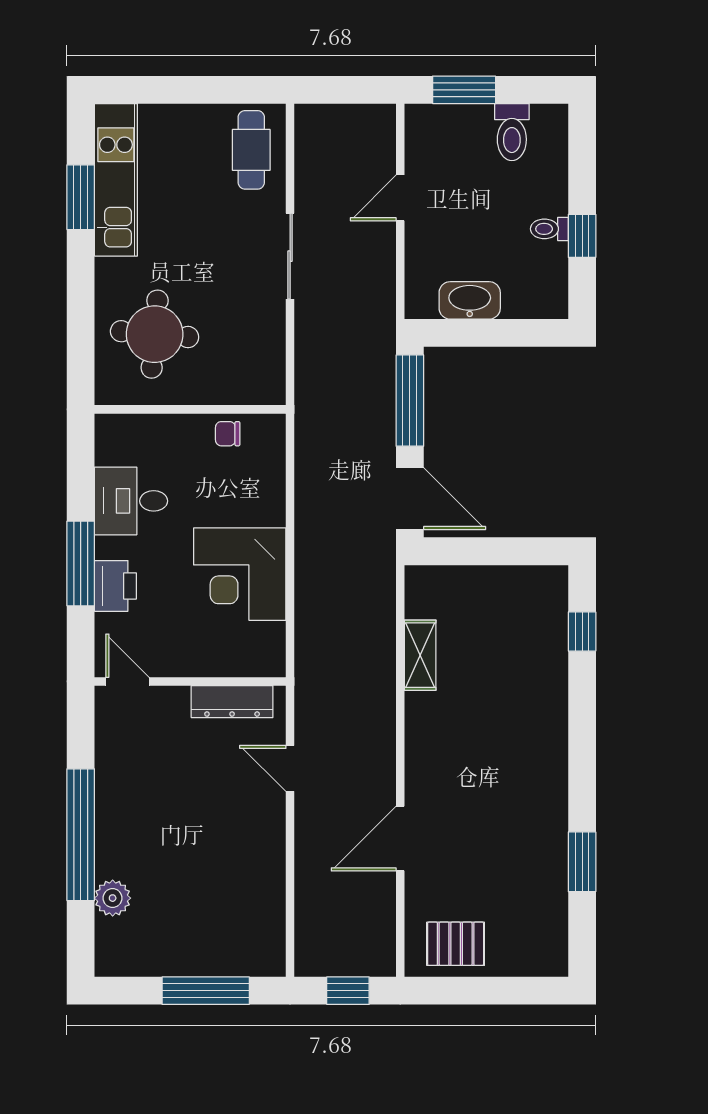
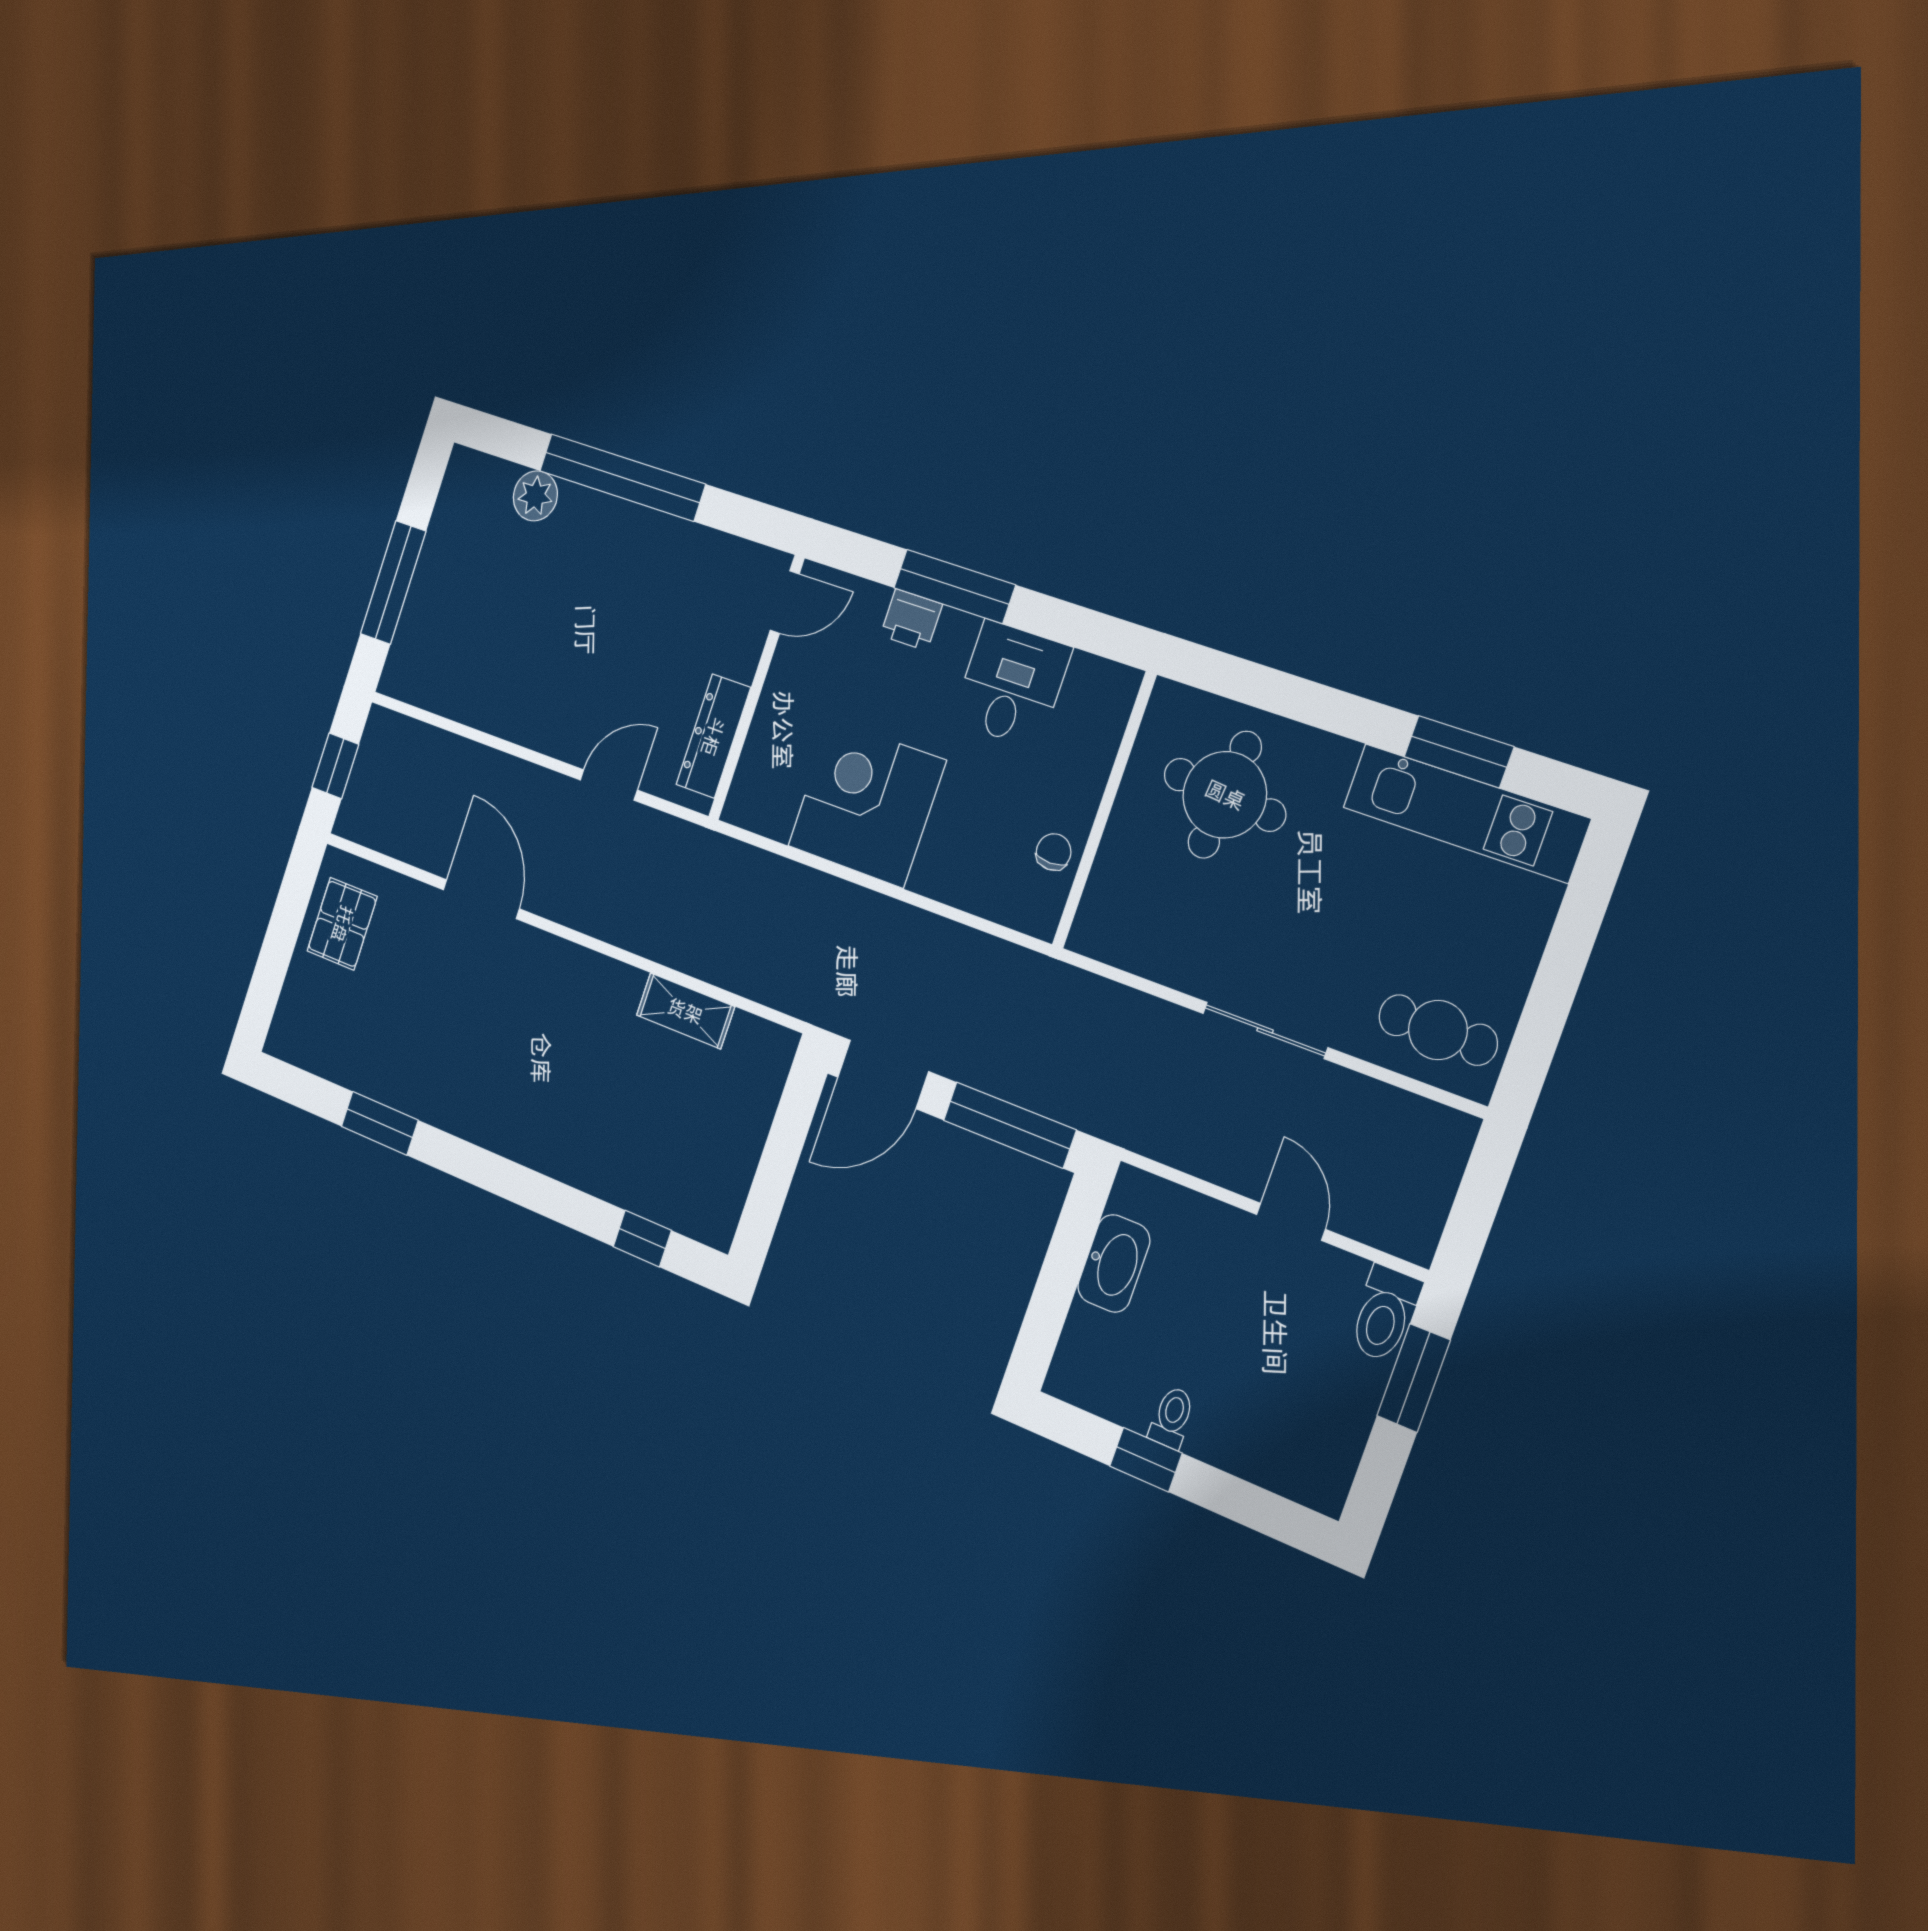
toilet: (512, 132) -> (1384, 1314), moved, turned -90
printer: (115, 586) -> (911, 620), width x0.73, depth x0.81

